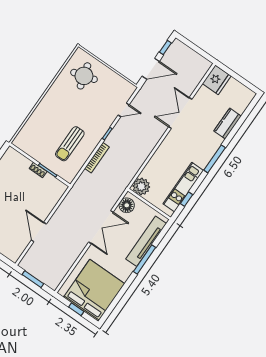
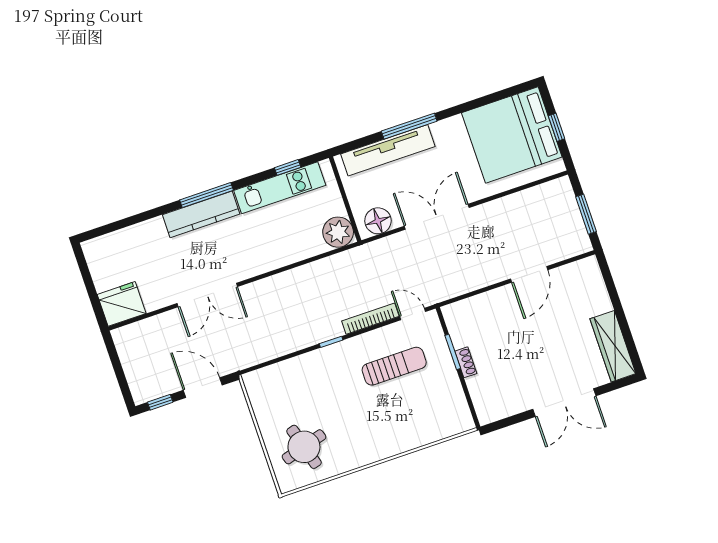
door: (124, 110) -> (413, 314), moved
kitchen counter: (228, 124) -> (201, 214), moved, width x1.50

